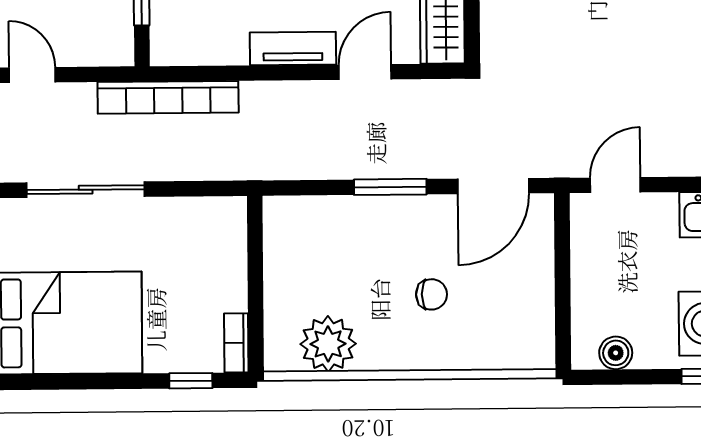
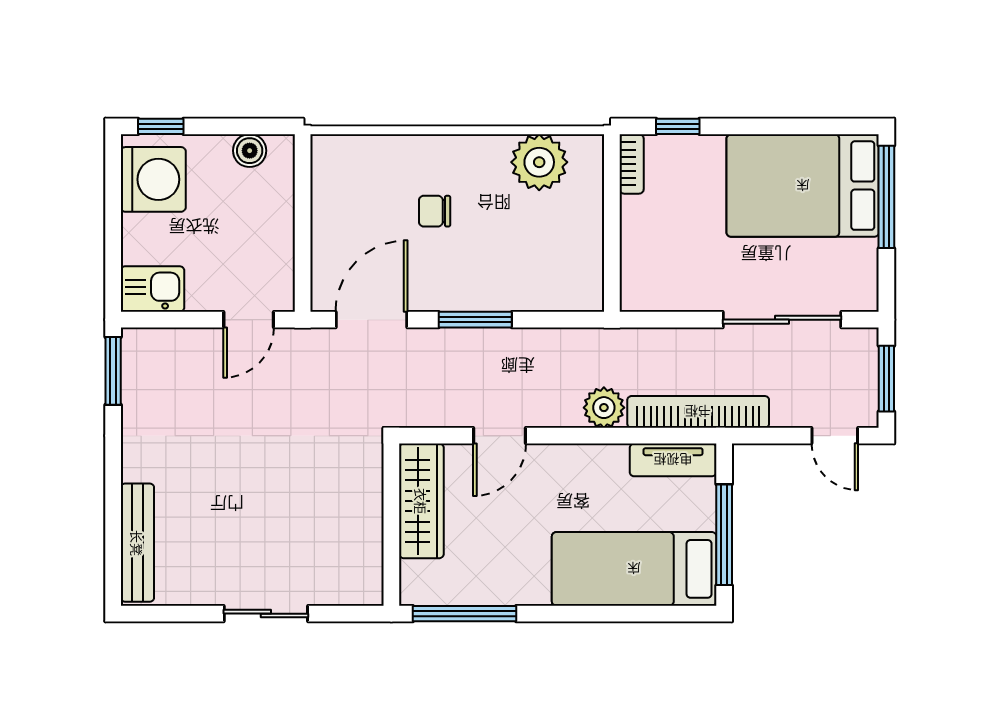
tv unit: (293, 49) -> (673, 460), moved
plant: (262, 101) -> (604, 408), added

